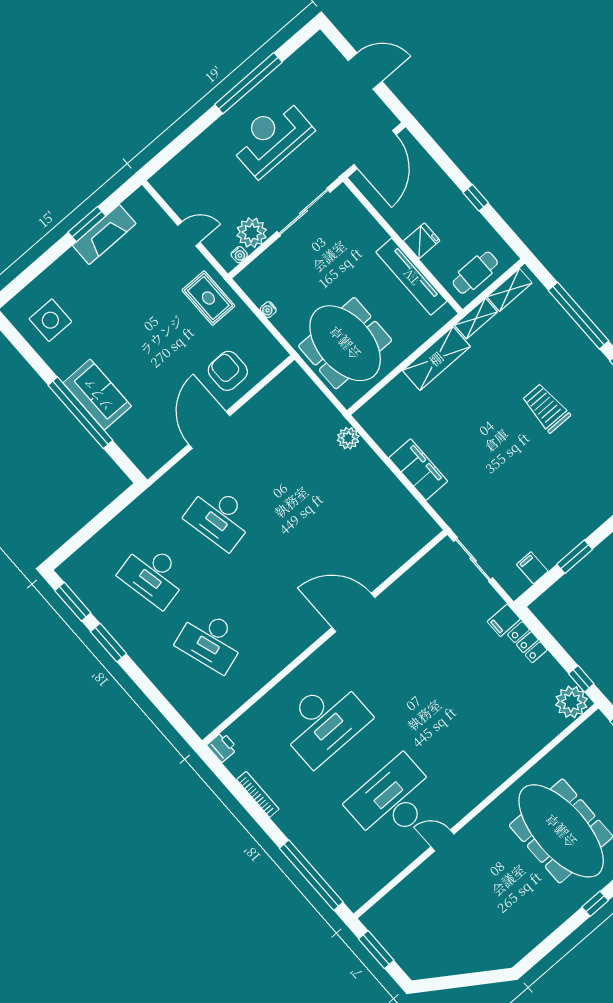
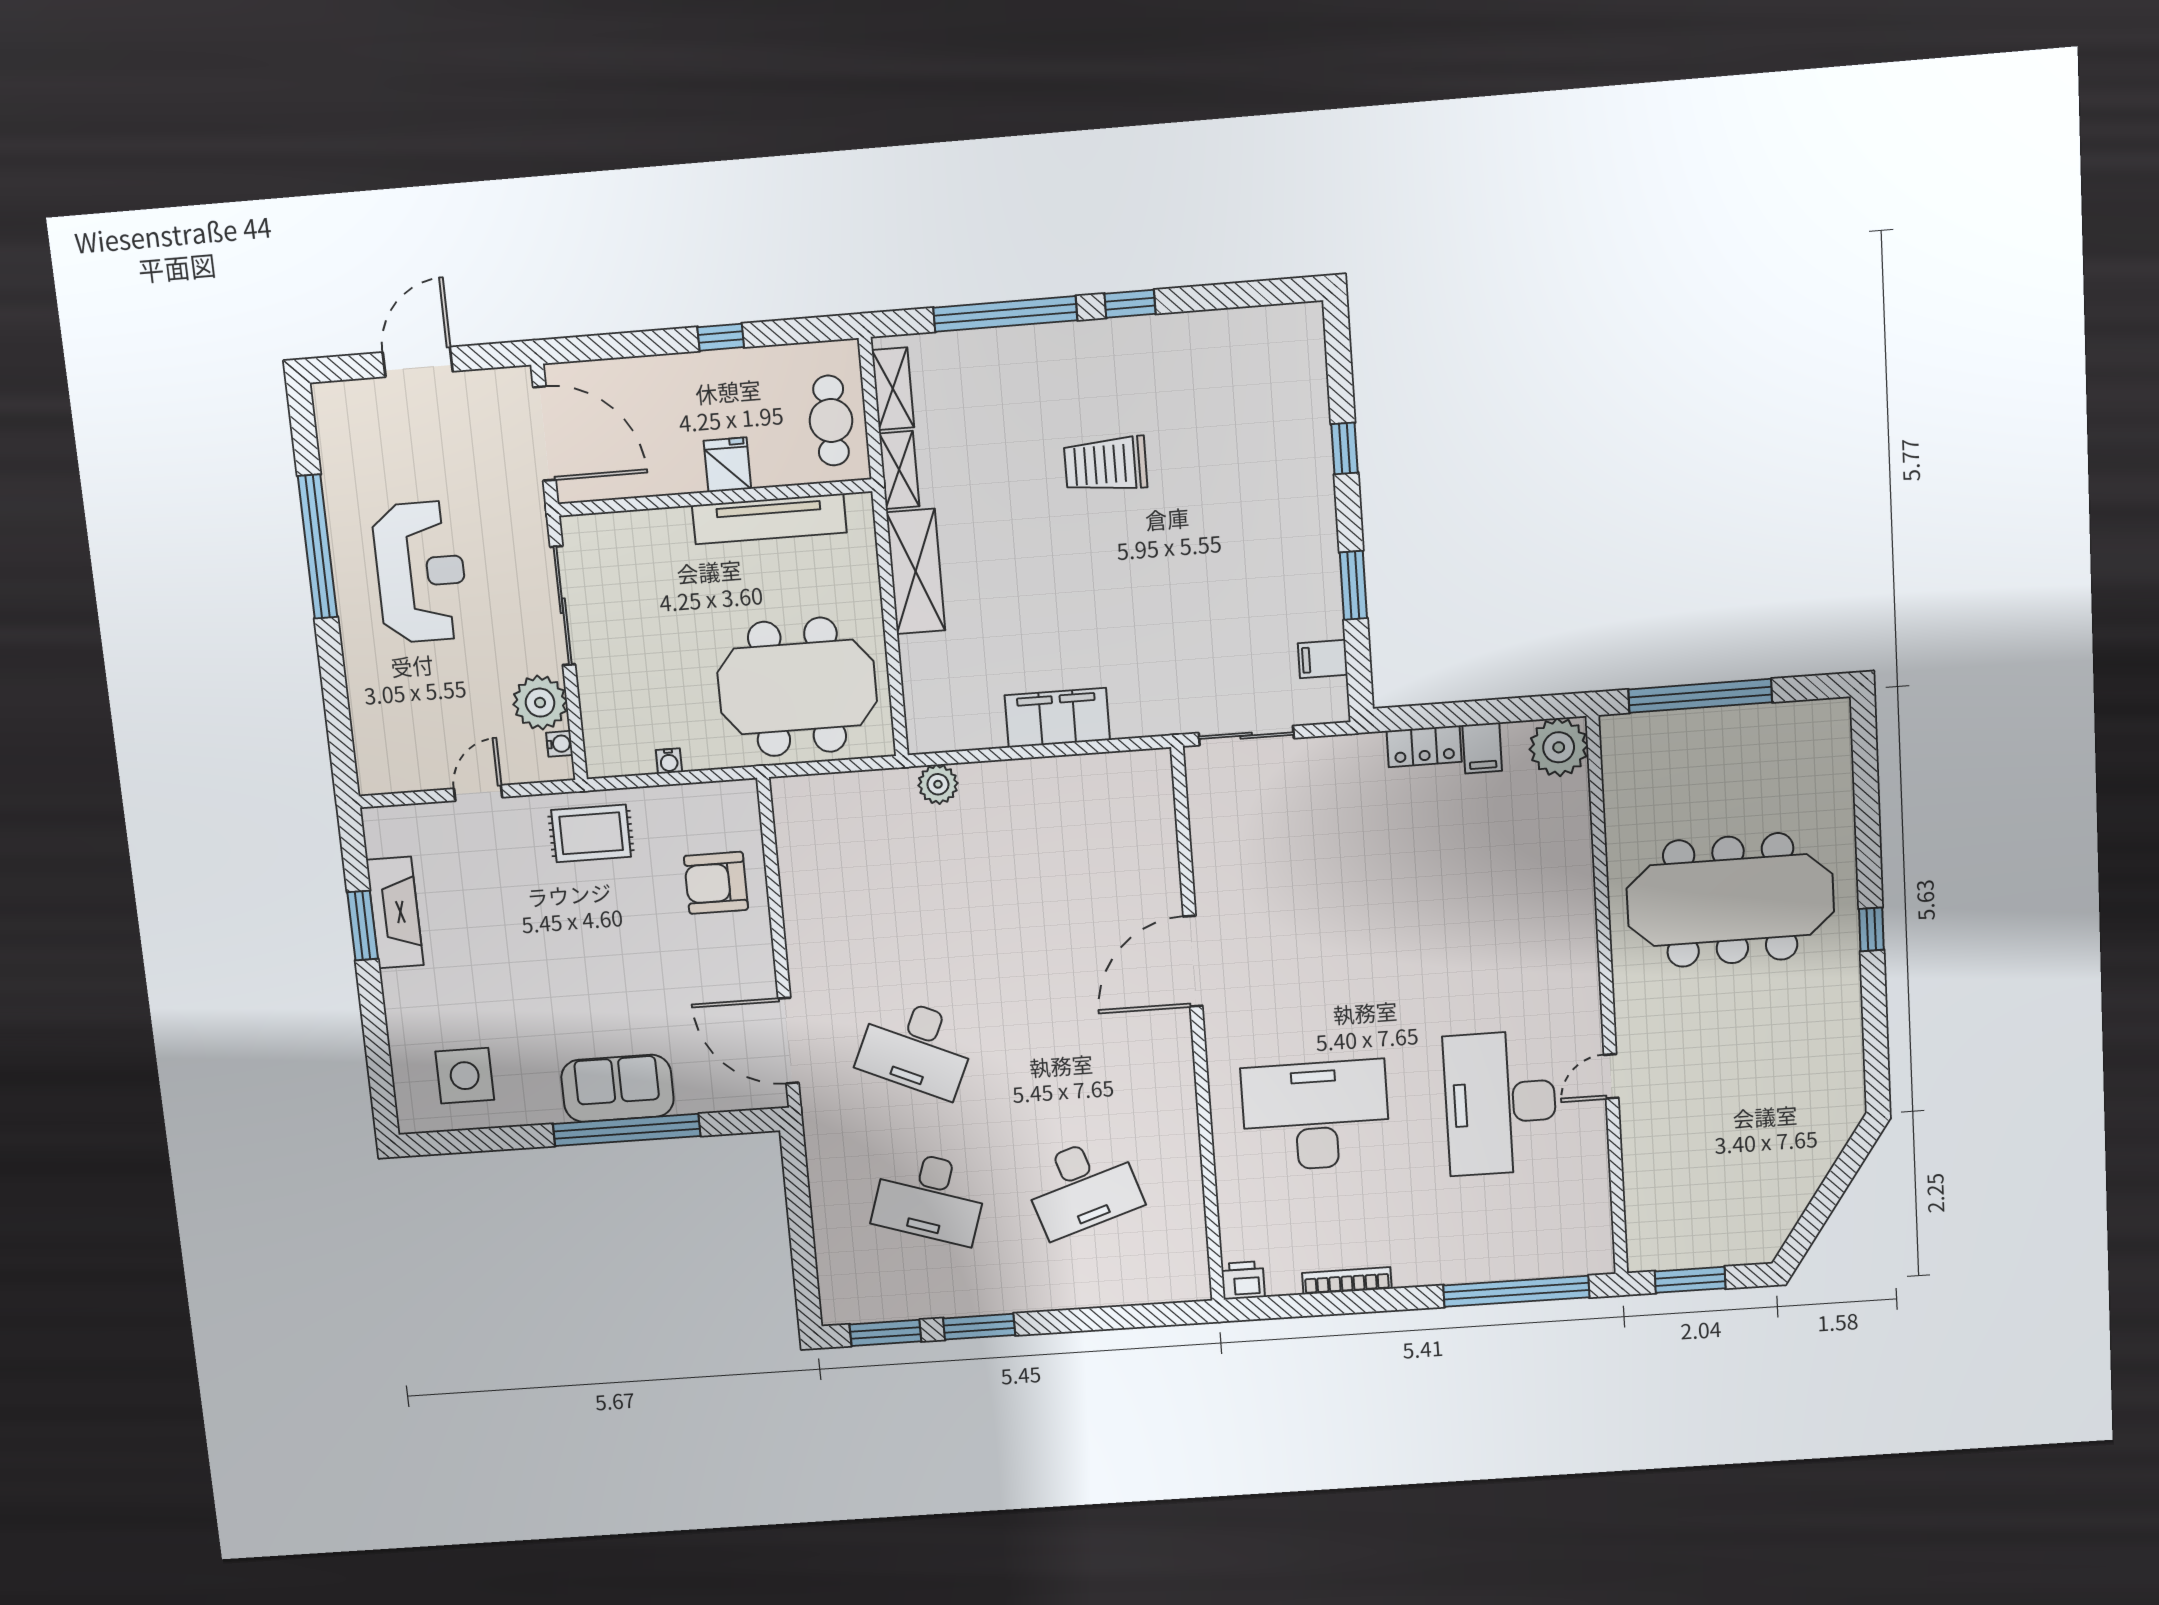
reception desk: (271, 138) -> (421, 572), turned 180
door: (209, 430) -> (788, 1041), moved
desk: (220, 517) -> (917, 1047), turned 36
desk: (153, 575) -> (930, 1197), turned 30
filing cabinet: (504, 620) -> (1482, 748), moved
window: (581, 679) -> (1536, 708), removed
desk: (324, 721) -> (1316, 1116), turned -90

